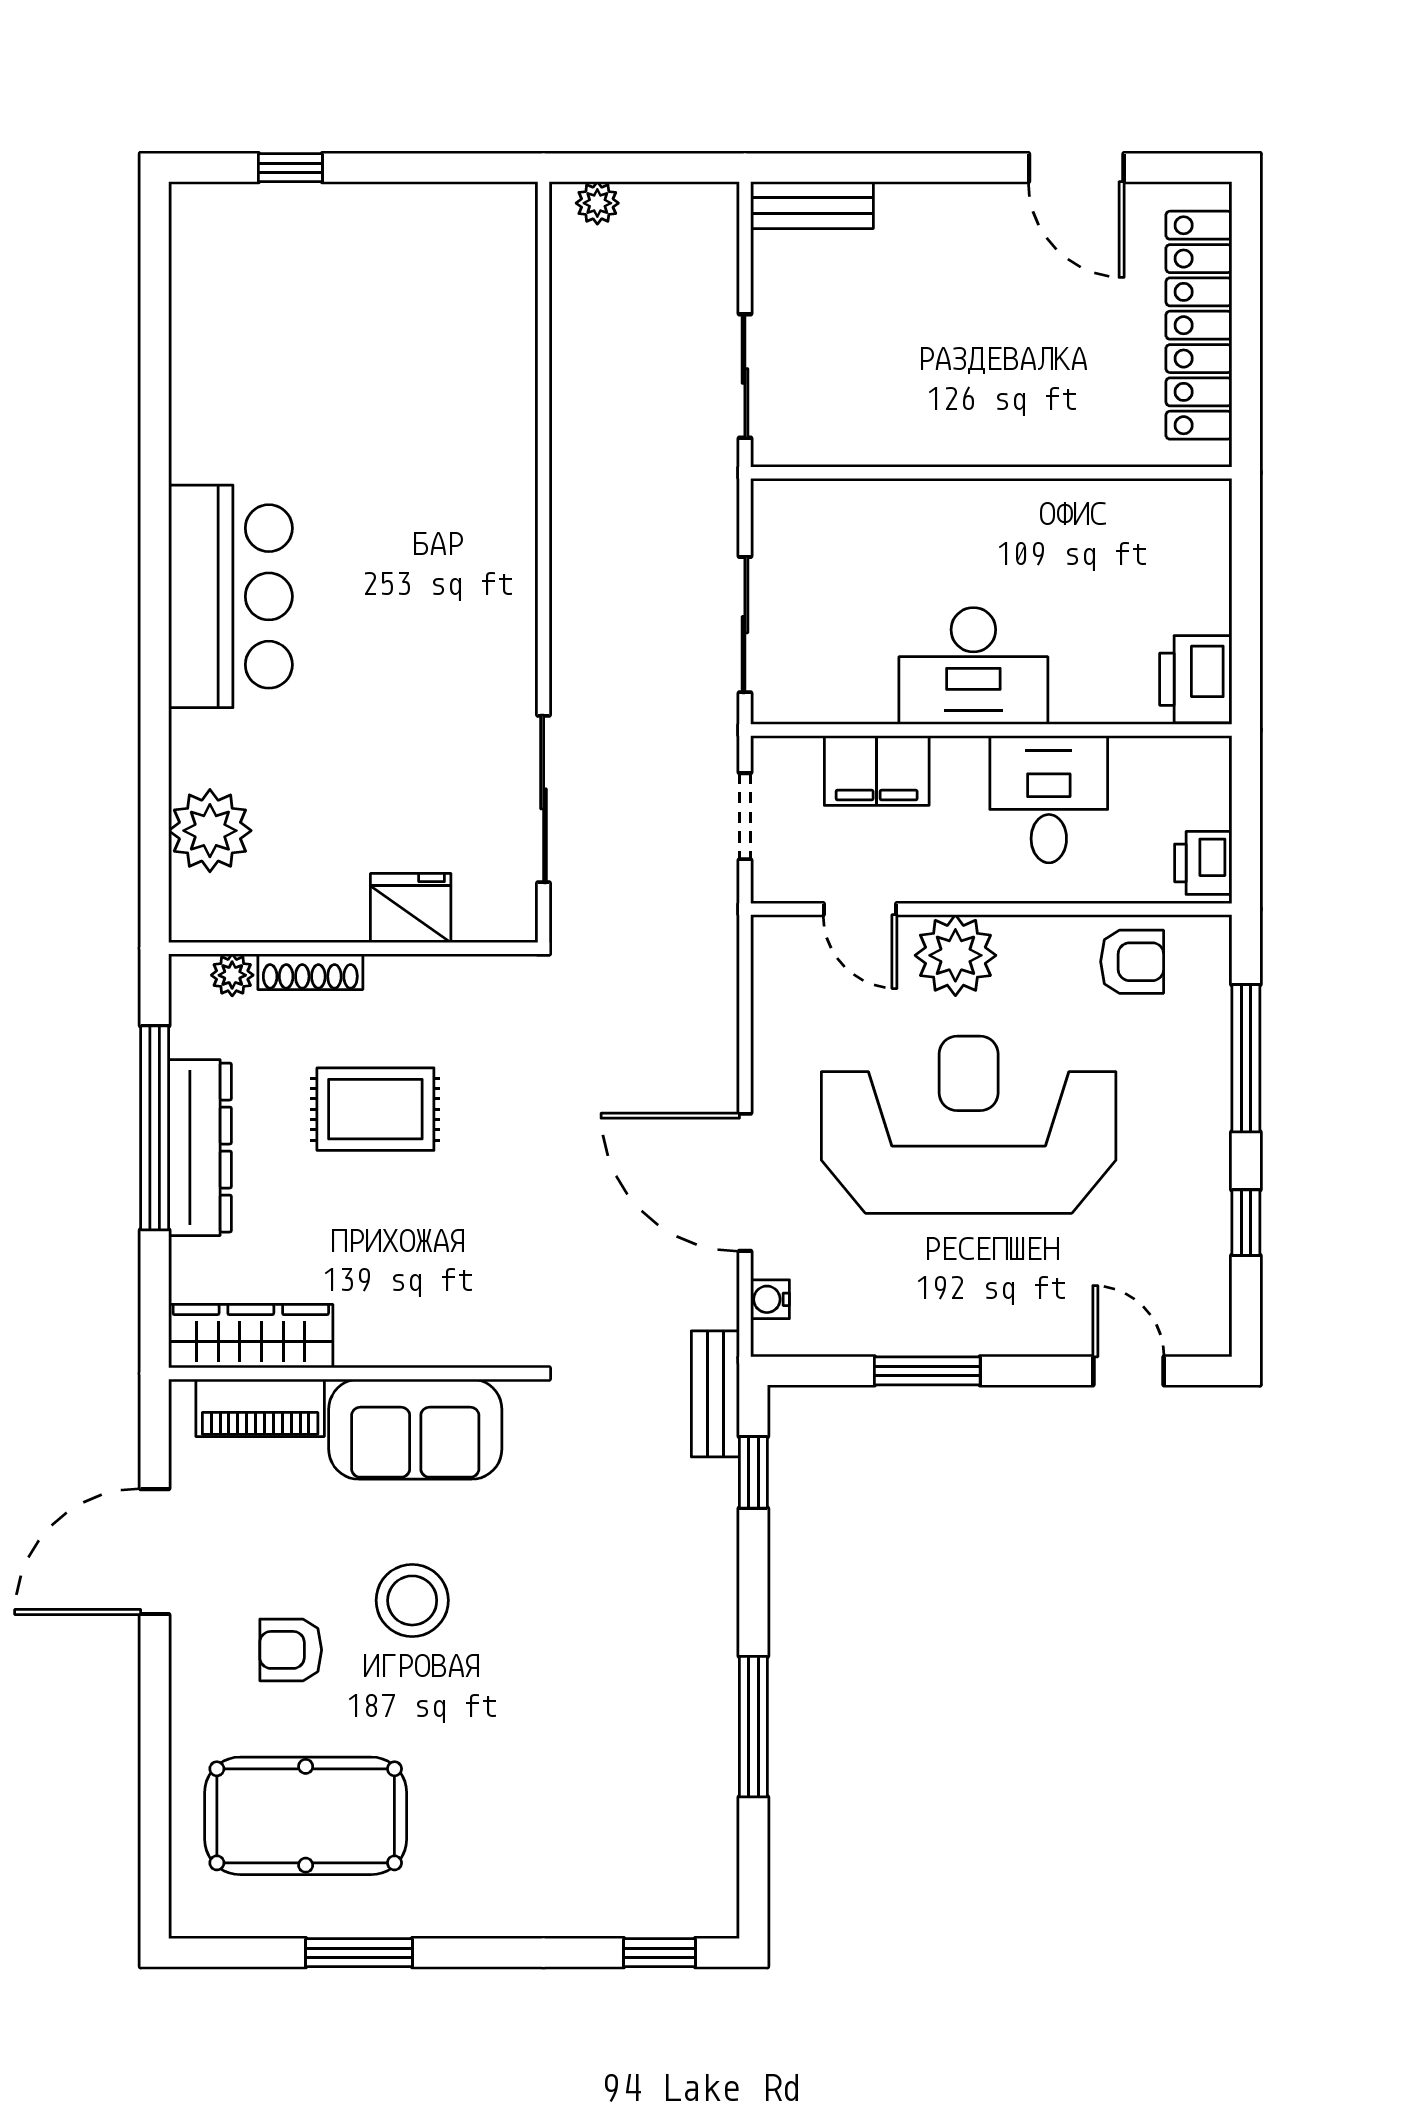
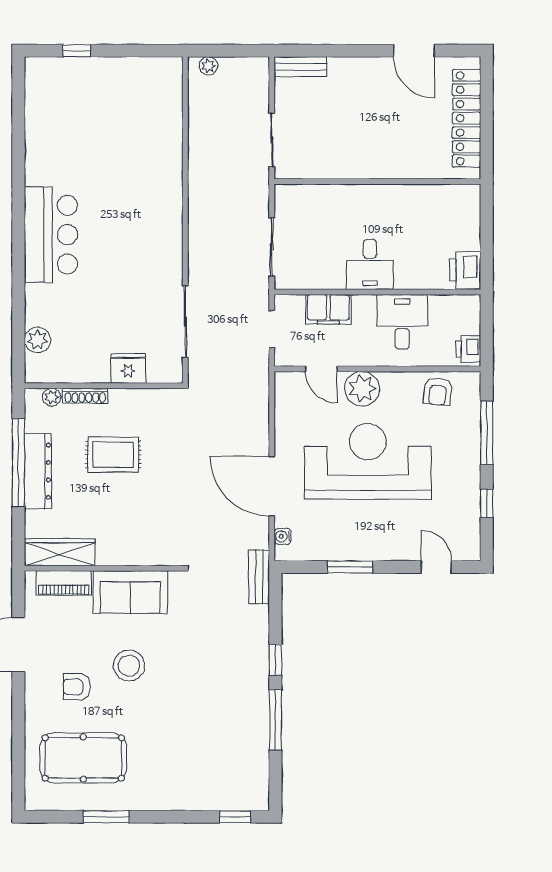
desk: (973, 666) -> (370, 265), width x0.73
plant: (210, 831) -> (37, 340), width x0.73, depth x0.73
armchair: (1132, 962) -> (438, 391), turned 96
window: (753, 1472) -> (275, 660), moved

